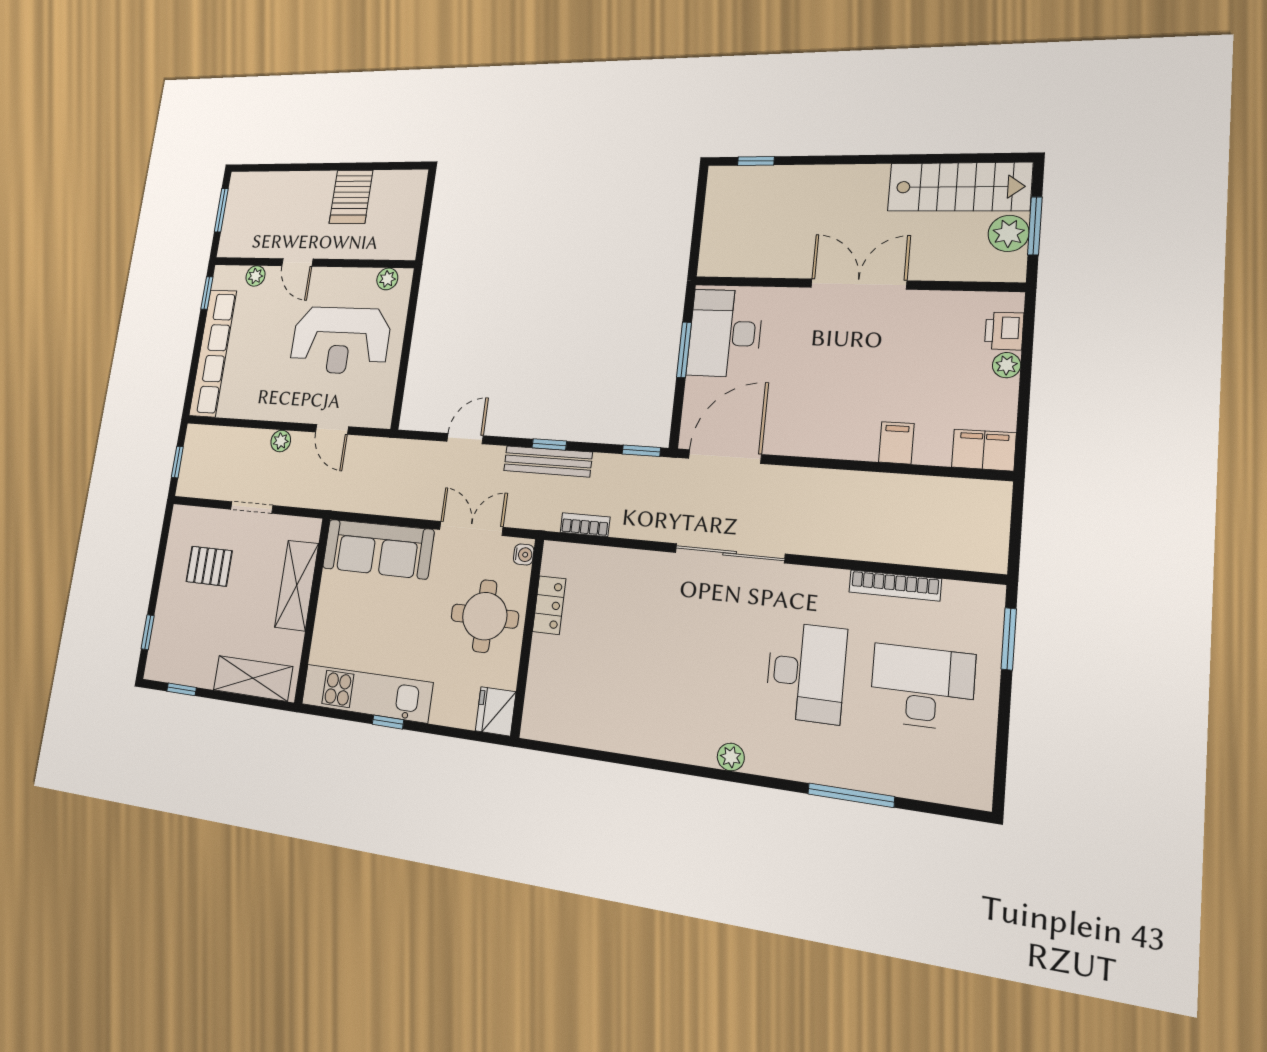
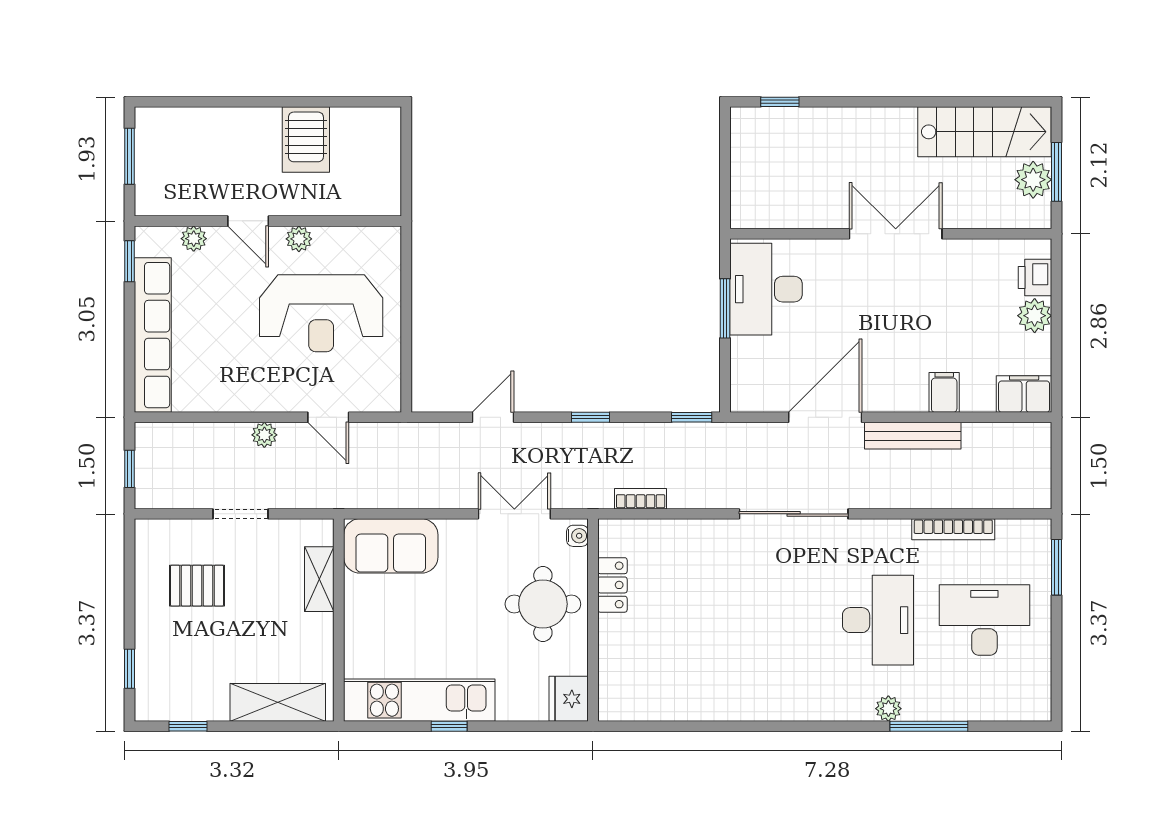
plant: (387, 279) -> (299, 239), moved
plant: (1007, 365) -> (1035, 316), width x1.38, depth x1.38
door: (725, 456) -> (825, 417), moved
bench: (548, 461) -> (913, 436), moved
sofa: (378, 549) -> (391, 546), width x0.73
shelving: (297, 585) -> (319, 579), width x0.67, depth x0.75
plant: (731, 757) -> (888, 709), moved

